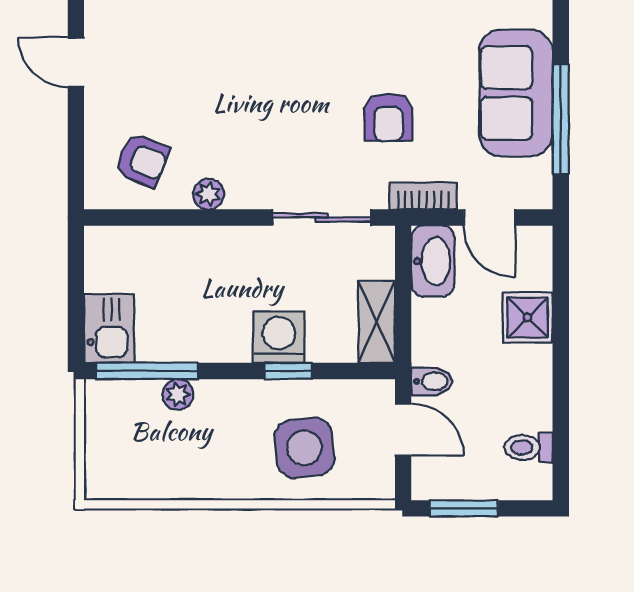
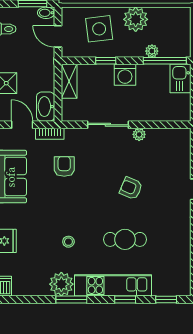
armchair: (142, 160) -> (131, 188), moved
sliding door: (322, 217) -> (108, 125), moved
washing machine: (279, 337) -> (125, 75), moved
bidet: (432, 381) -> (46, 13), moved
plant: (217, 471) -> (136, 19), added

